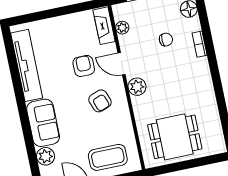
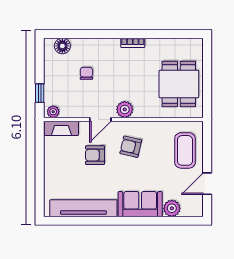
plant: (122, 28) -> (53, 112), moved
bookcase: (200, 44) -> (133, 43), moved
armchair: (100, 101) -> (131, 147), turned -147

